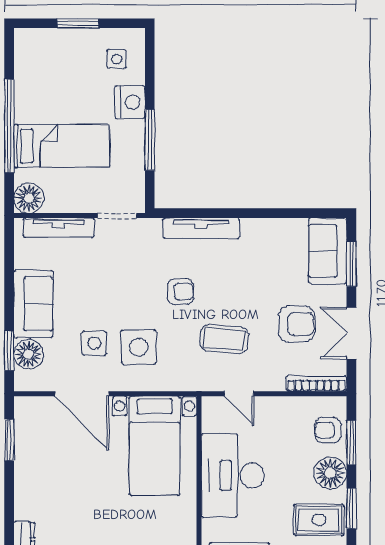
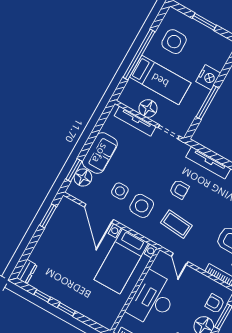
side table: (117, 59) -> (174, 42), moved, width x1.87, depth x1.87
floor lamp: (29, 198) -> (148, 108), moved
coffee table: (224, 339) -> (176, 224), moved

